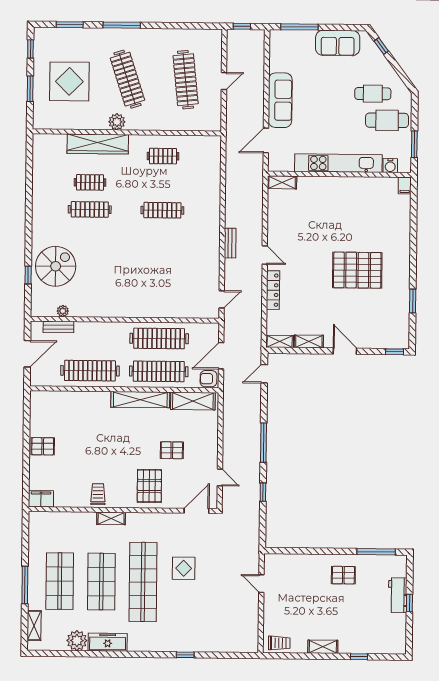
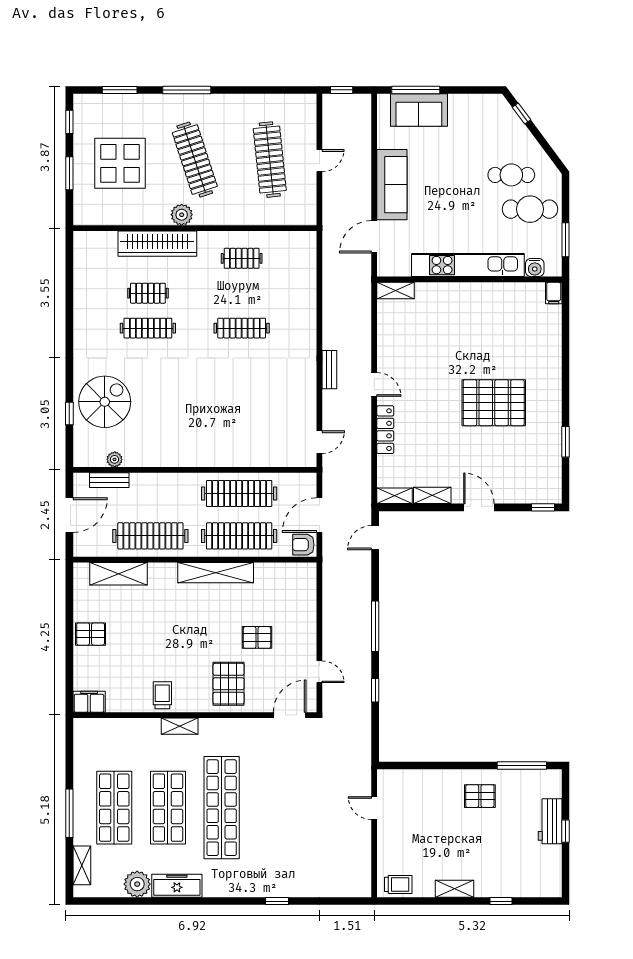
sofa: (338, 43) -> (419, 110), moved
shelving: (193, 401) -> (118, 574), moved
display table: (184, 568) -> (274, 789), removed

